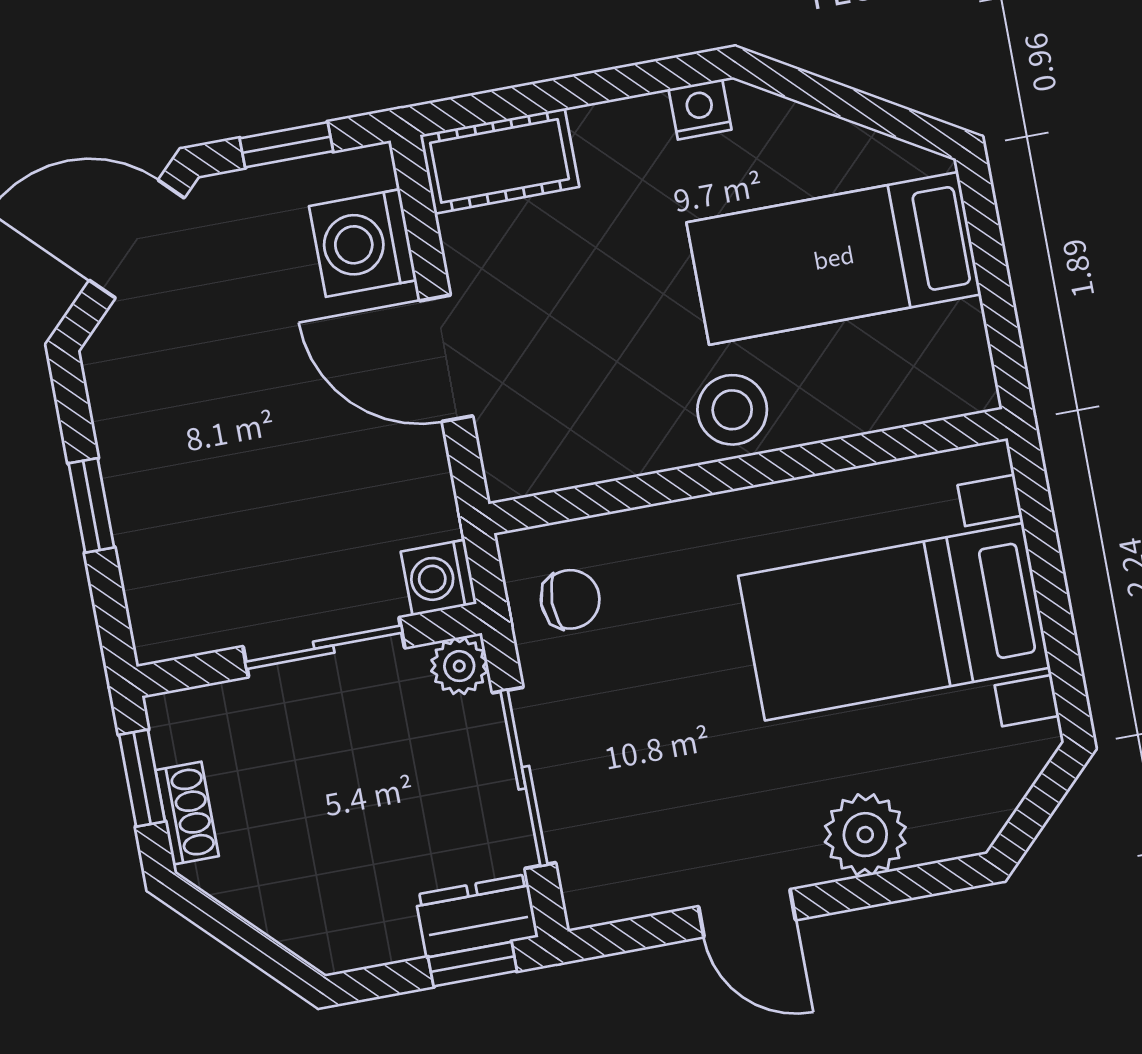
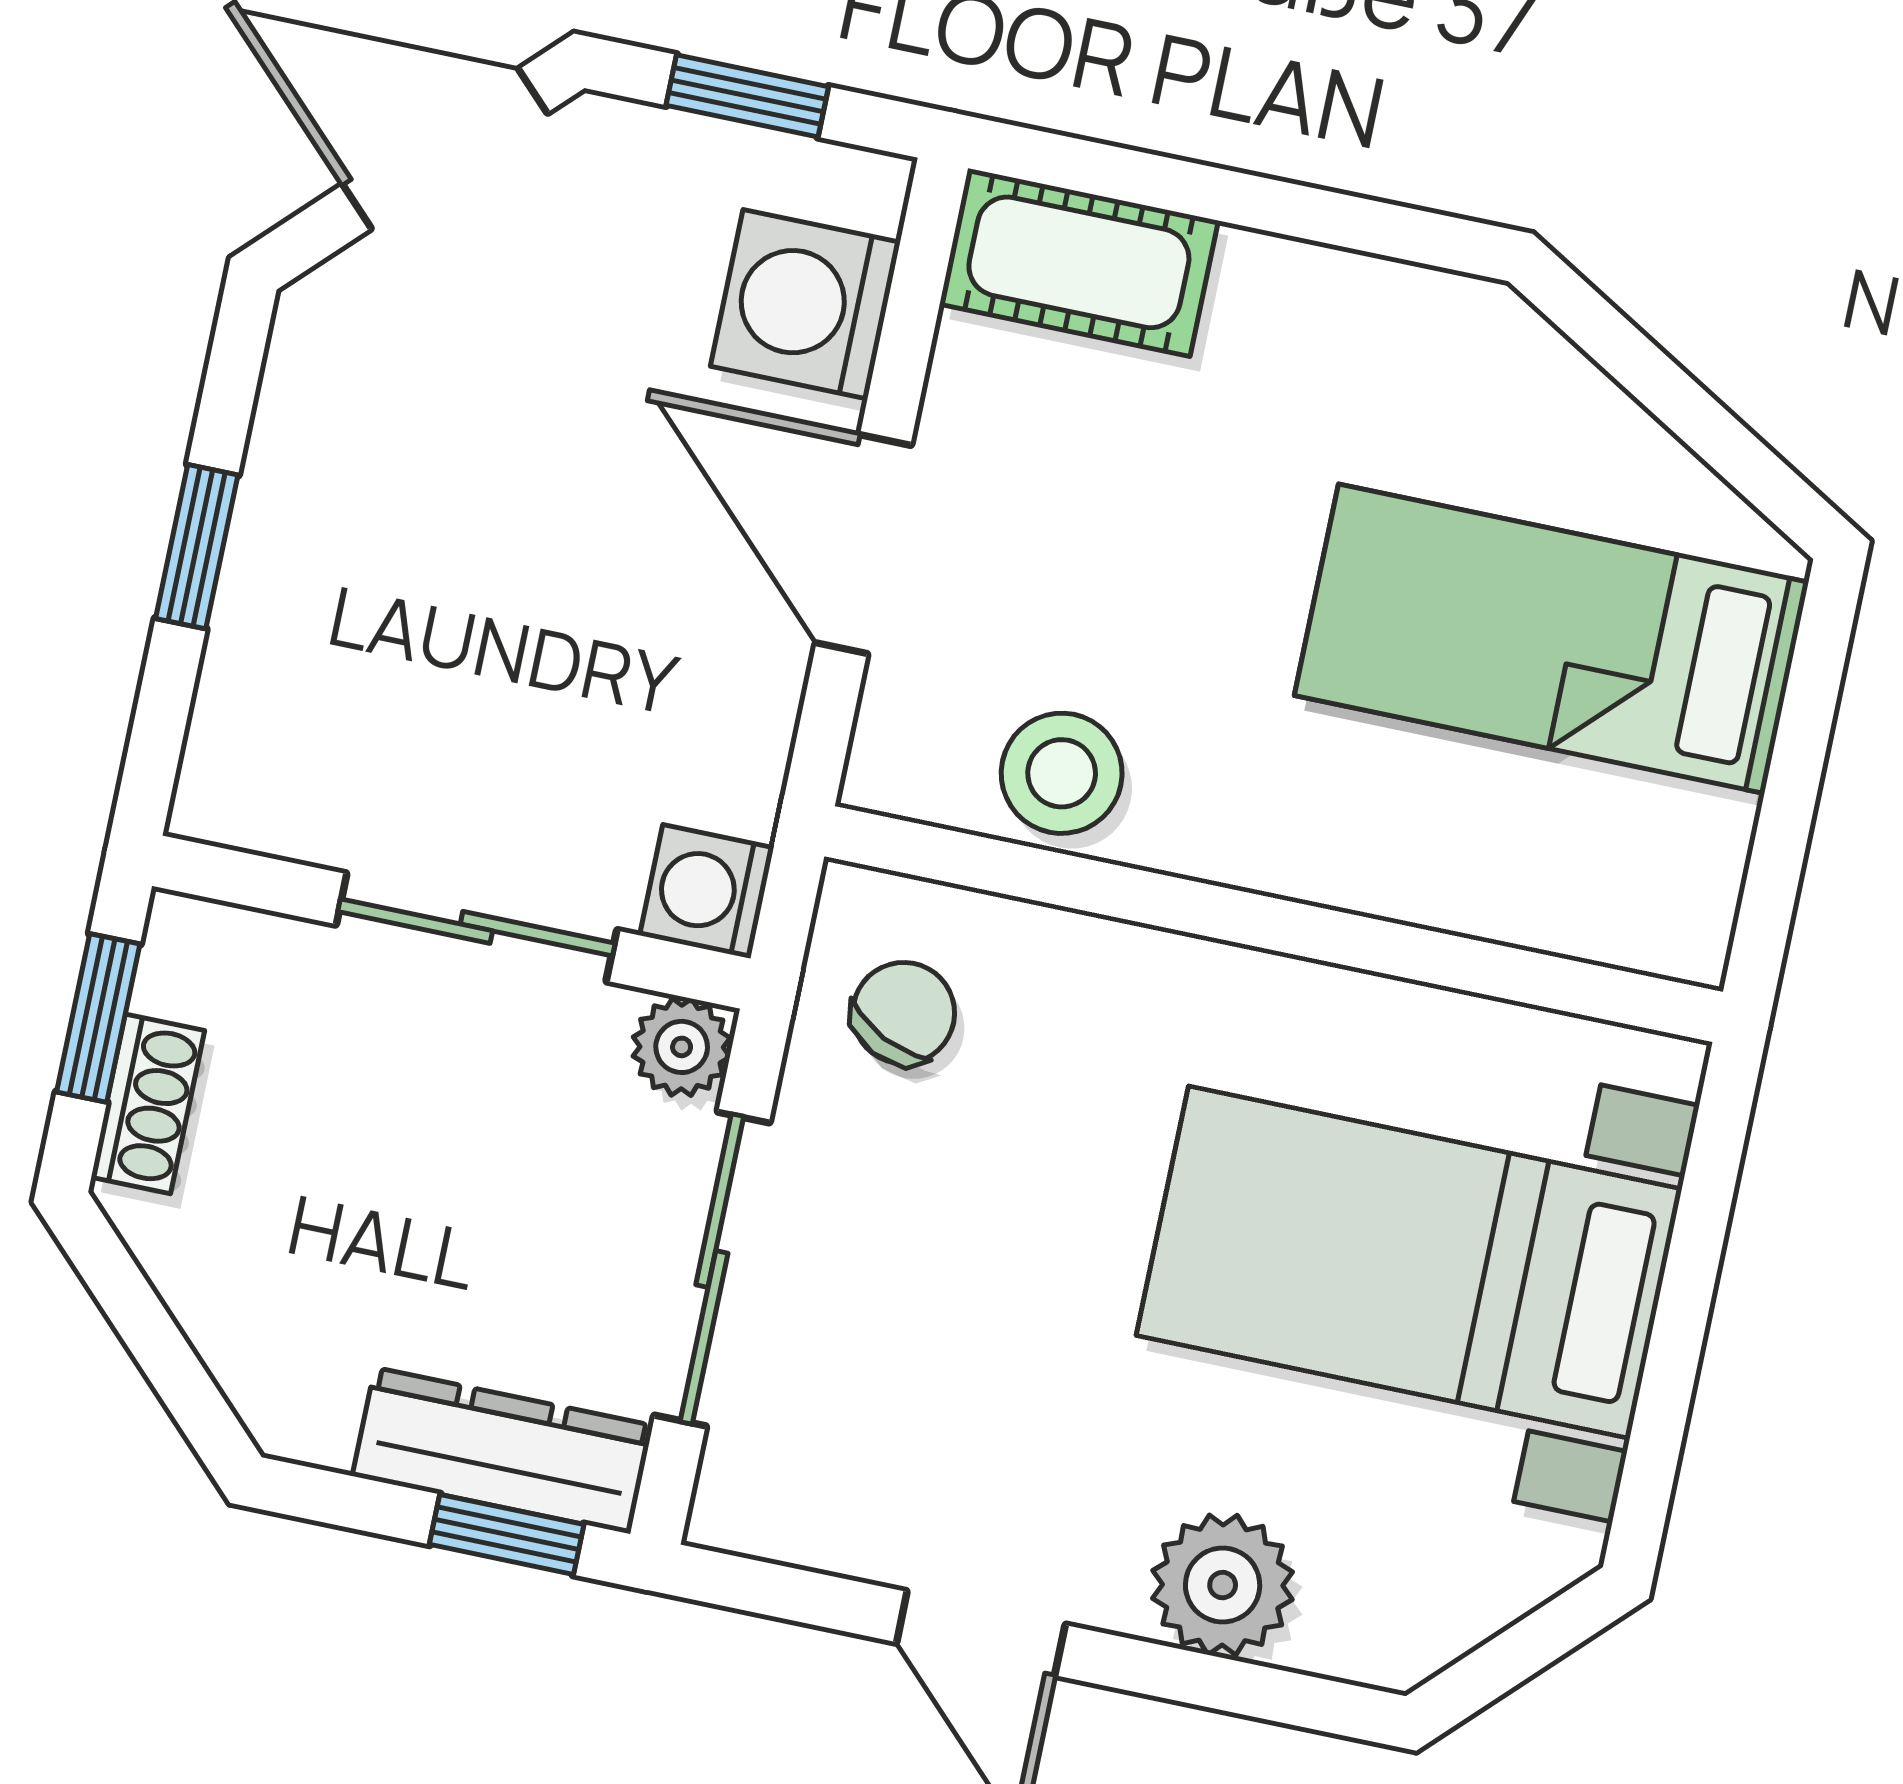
nightstand: (700, 109) -> (1435, 311), removed
stool: (732, 410) -> (1062, 773), moved
chair: (570, 599) -> (904, 1013), turned -64
dresser: (477, 916) -> (503, 1451), width x1.44

